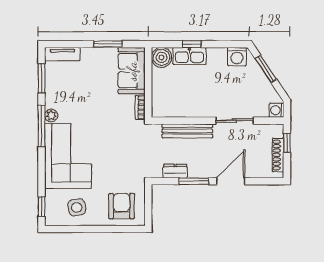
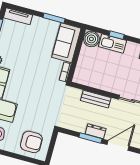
bench: (187, 131) -> (96, 99), width x0.73
dresser: (175, 171) -> (96, 131), moved
armchair: (122, 206) -> (31, 142), turned 90

